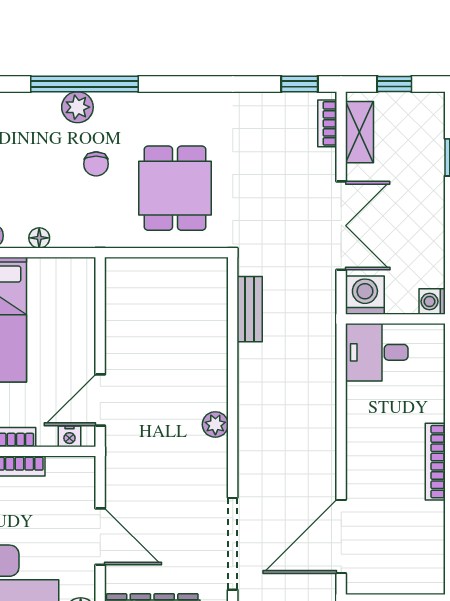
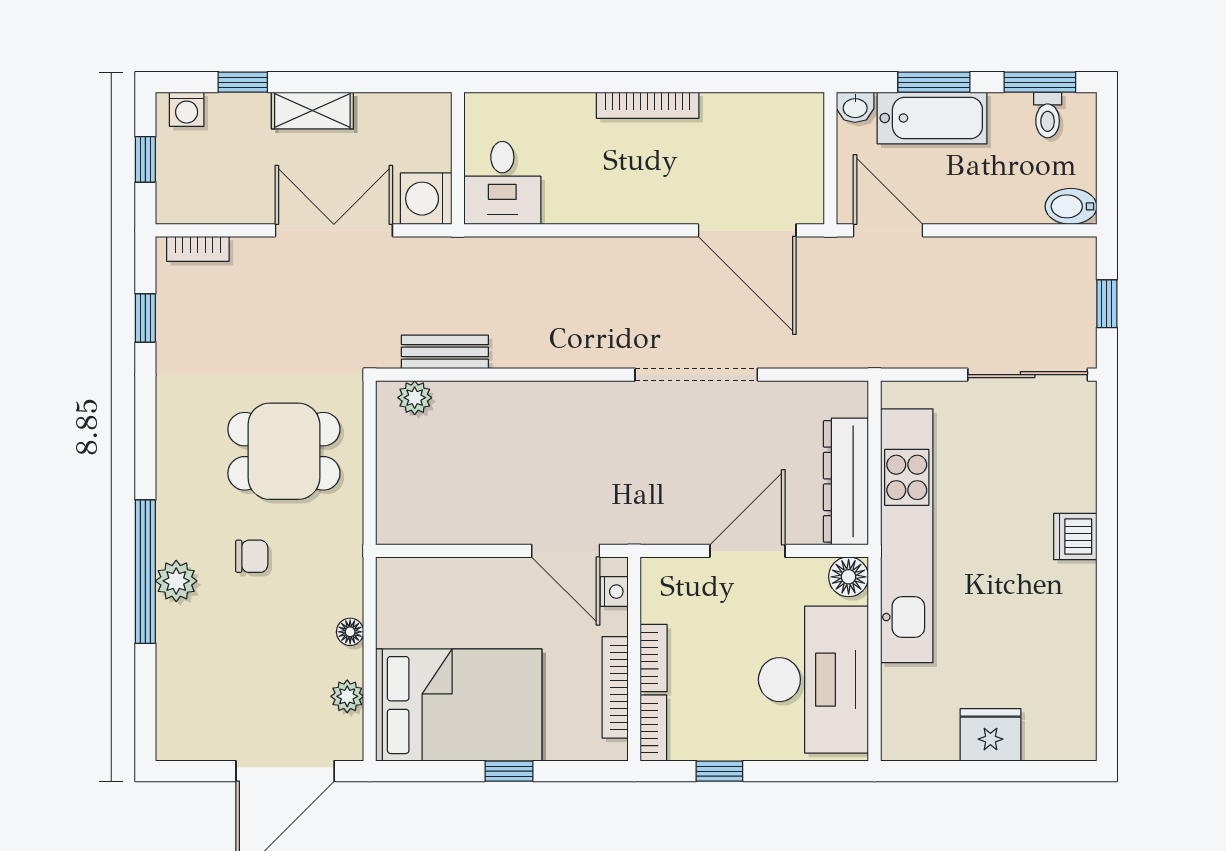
window: (299, 84) -> (145, 318), moved
shelving: (359, 132) -> (312, 110), moved
washing machine: (432, 301) -> (187, 109), moved
plant: (215, 424) -> (415, 398), moved
doorway: (233, 544) -> (696, 375), moved

